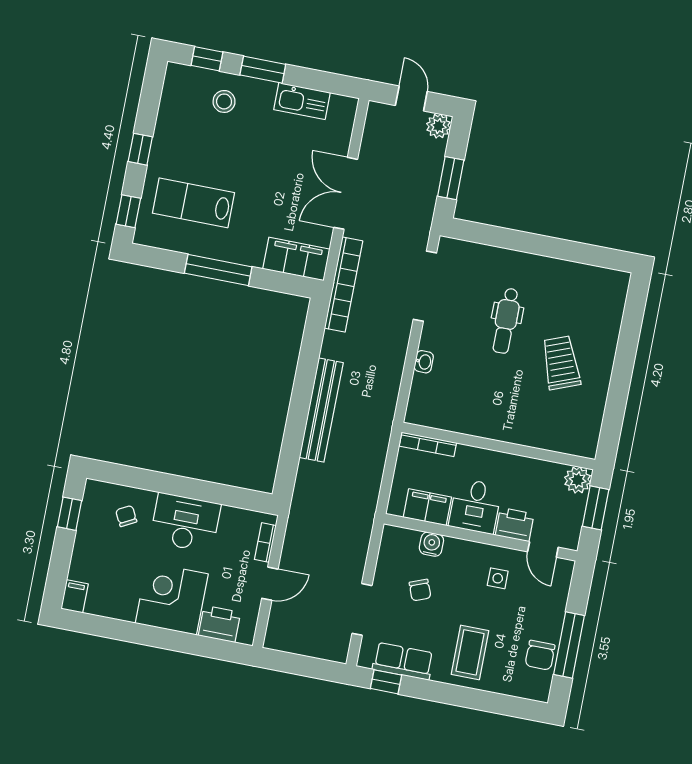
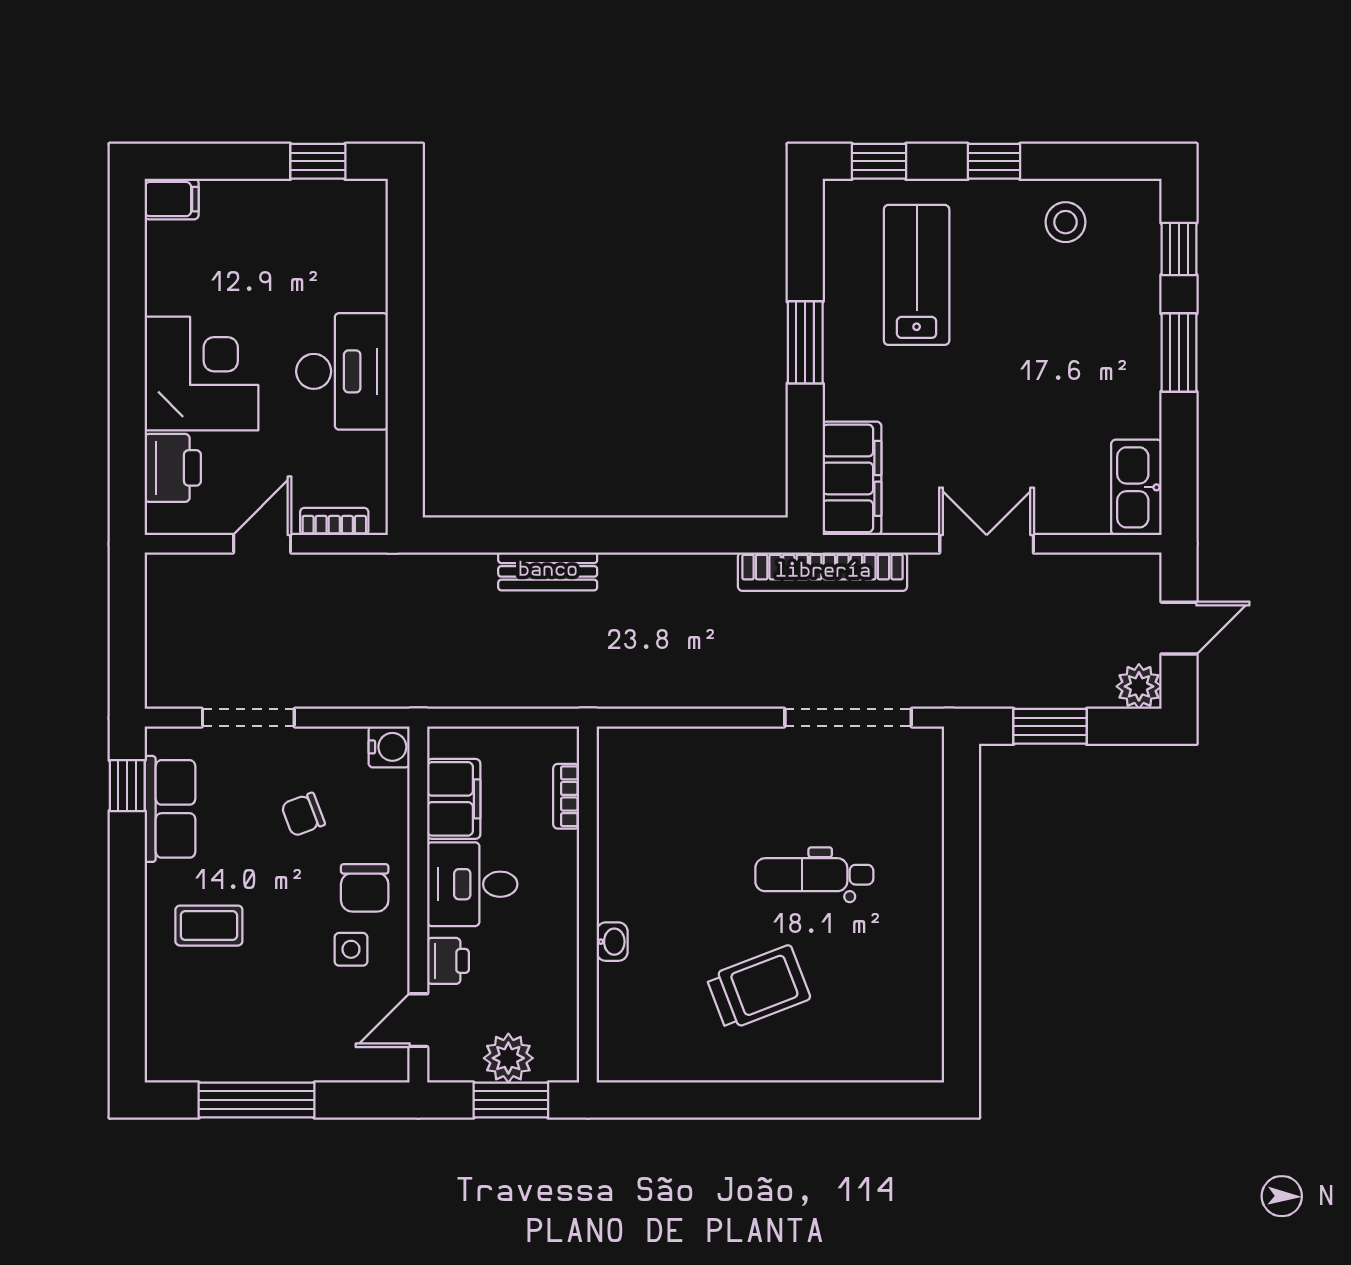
stool: (224, 101) -> (1066, 222), moved
kitchen sink: (302, 101) -> (1136, 487), moved
double door: (346, 193) -> (987, 544), width x0.73
window: (218, 270) -> (805, 342), width x0.69
washbasin: (424, 362) -> (612, 942), moved, turned -90
bench: (321, 410) -> (548, 571), width x0.54, depth x0.82
bookcase: (428, 444) -> (566, 796), width x0.64
plant: (578, 480) -> (508, 1058), moved
chair: (126, 516) -> (333, 264), removed
printer: (515, 525) -> (448, 961), width x0.73, depth x0.81
water cooler: (431, 544) -> (389, 747), moved
door: (270, 584) -> (262, 544), swing flipped
coffee table: (470, 652) -> (209, 926), width x0.73, depth x0.77
chair: (540, 655) -> (365, 888), moved, turned -90

